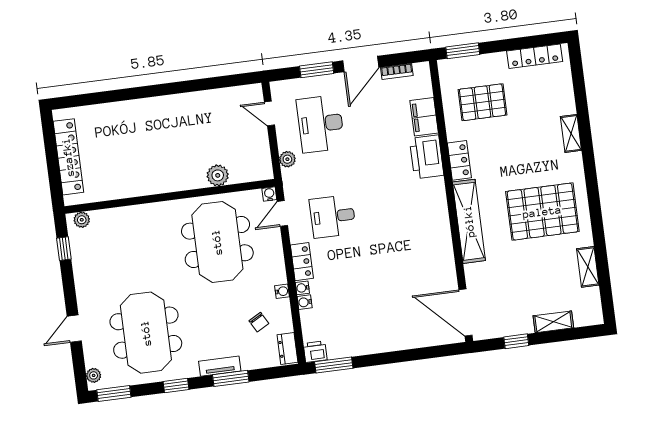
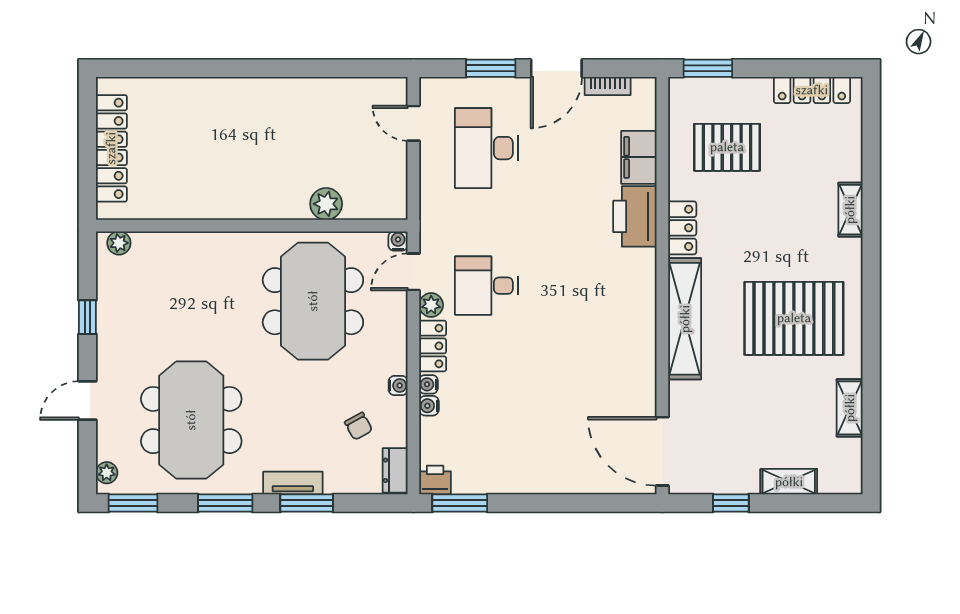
plant: (287, 159) -> (431, 305), moved
window: (64, 249) -> (87, 317), moved
window: (176, 385) -> (225, 503), width x1.50

